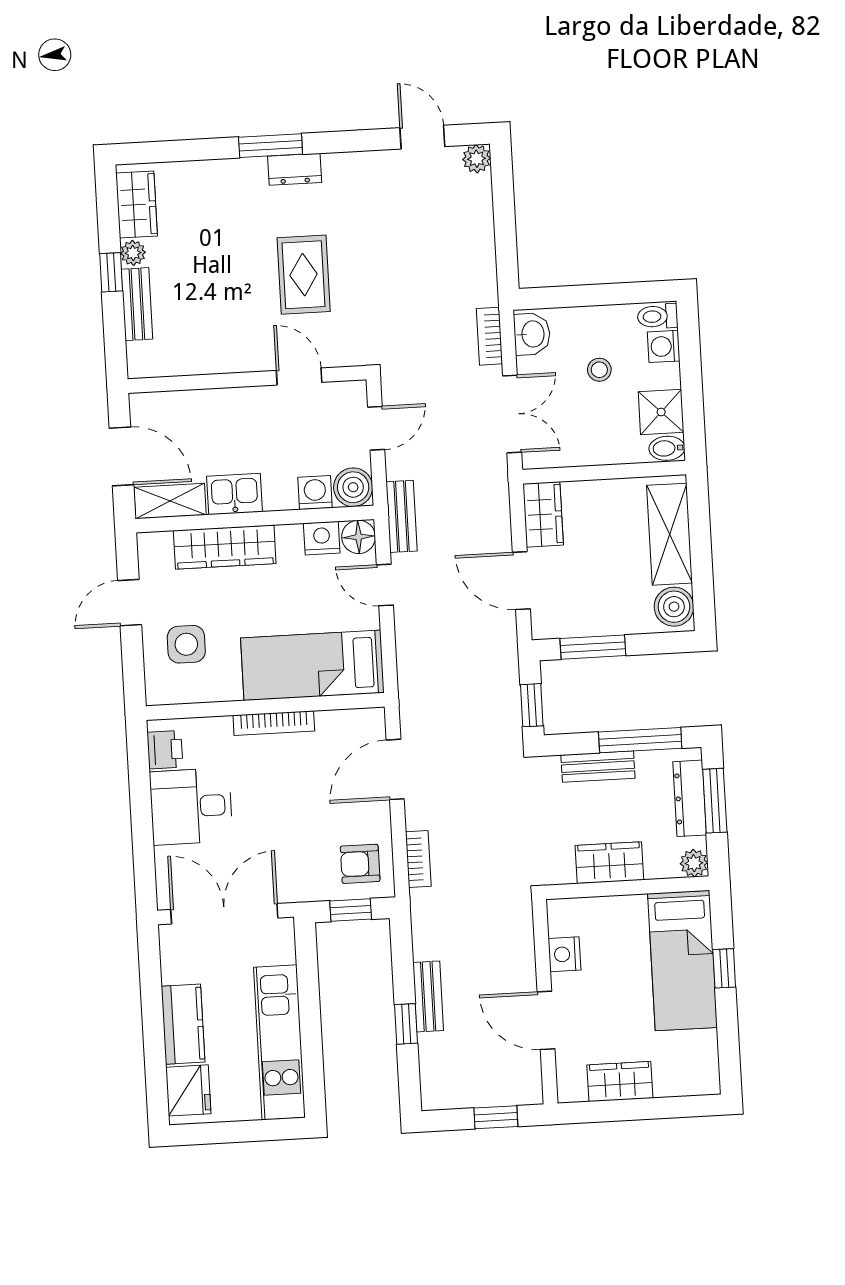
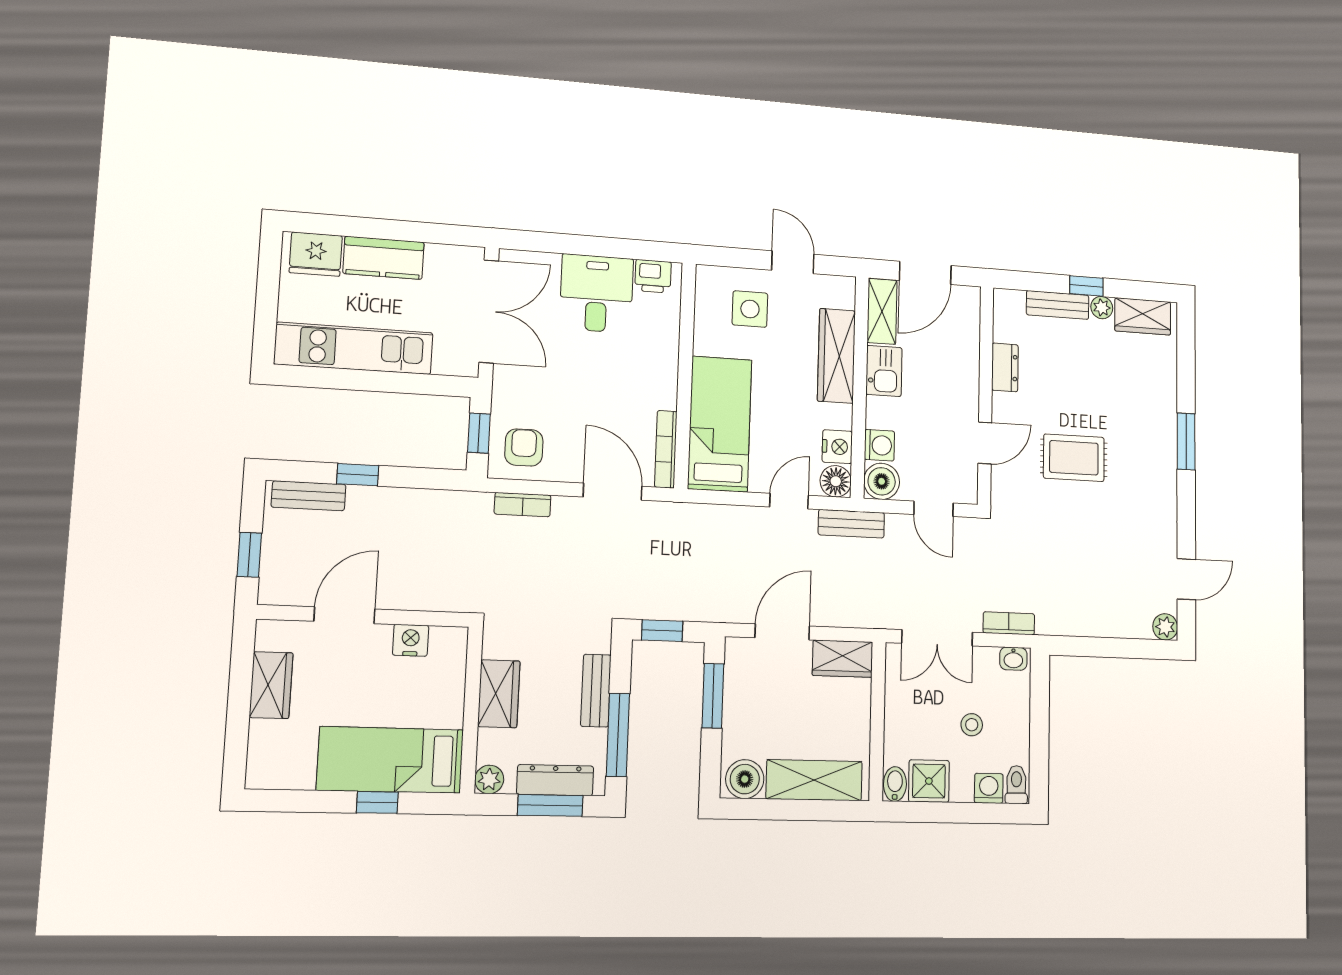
dresser: (295, 169) -> (1005, 367), moved, turned 180
washbasin: (532, 334) -> (1013, 659), width x0.72, depth x0.69
bookcase: (274, 723) -> (666, 449), moved
bench: (428, 996) -> (309, 496), moved

